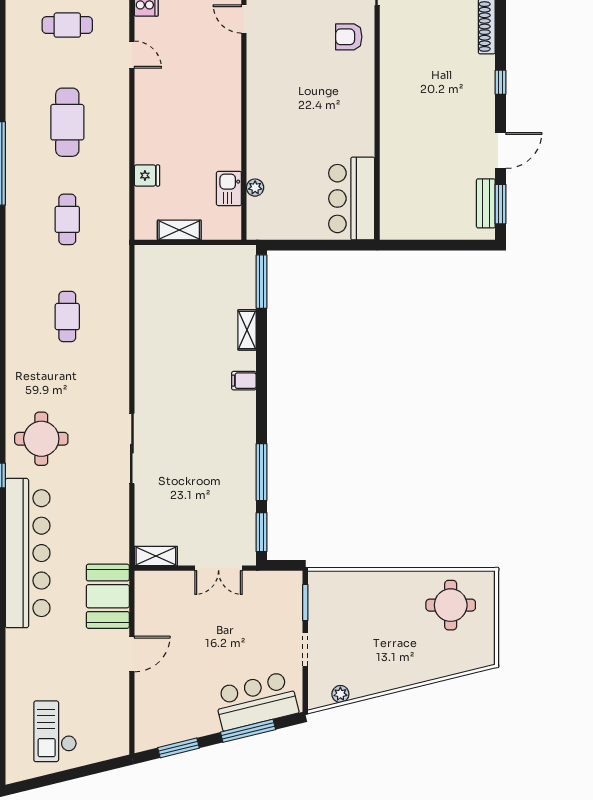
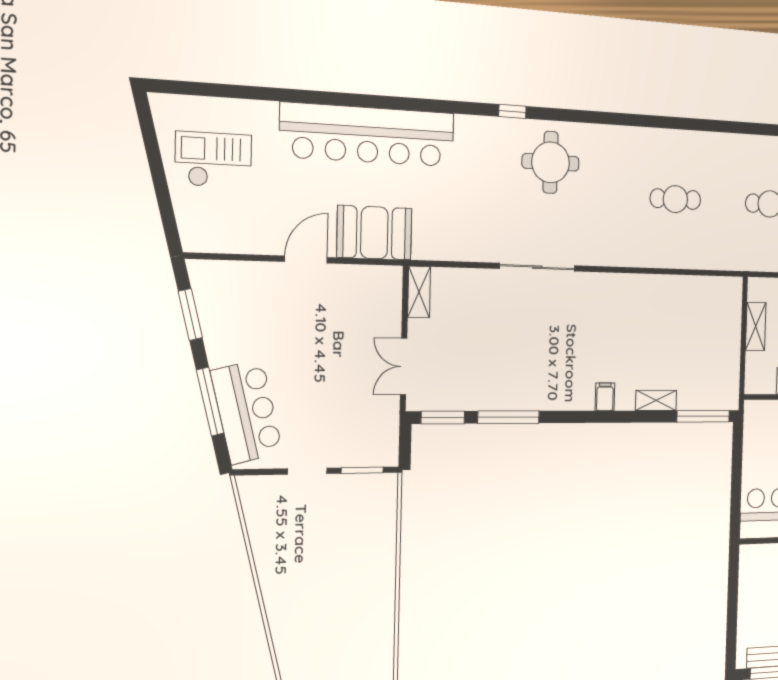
bar counter: (28, 553) -> (368, 135), moved
round table: (451, 605) -> (356, 643), removed
door: (132, 654) -> (306, 260), swing flipped
plant: (340, 694) -> (253, 515), removed

